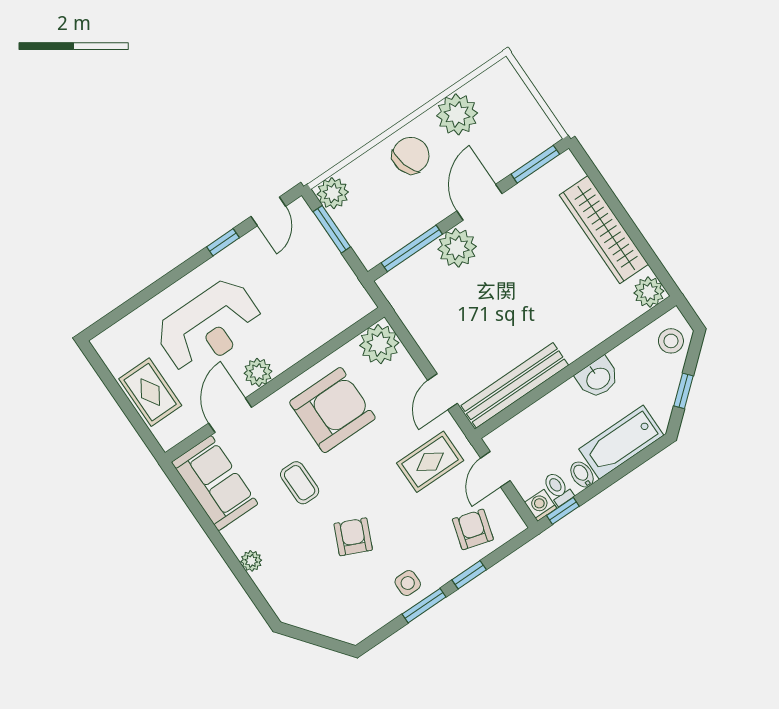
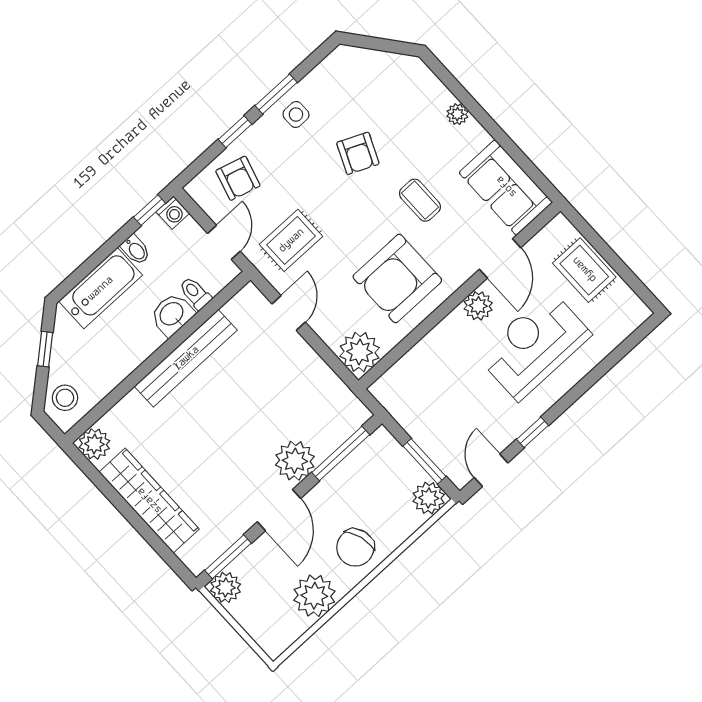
plant: (542, 135) -> (226, 587), added
washbasin: (598, 378) -> (172, 314), moved
bench: (515, 385) -> (186, 358), moved
toilet: (558, 489) -> (195, 293), moved, turned 180

